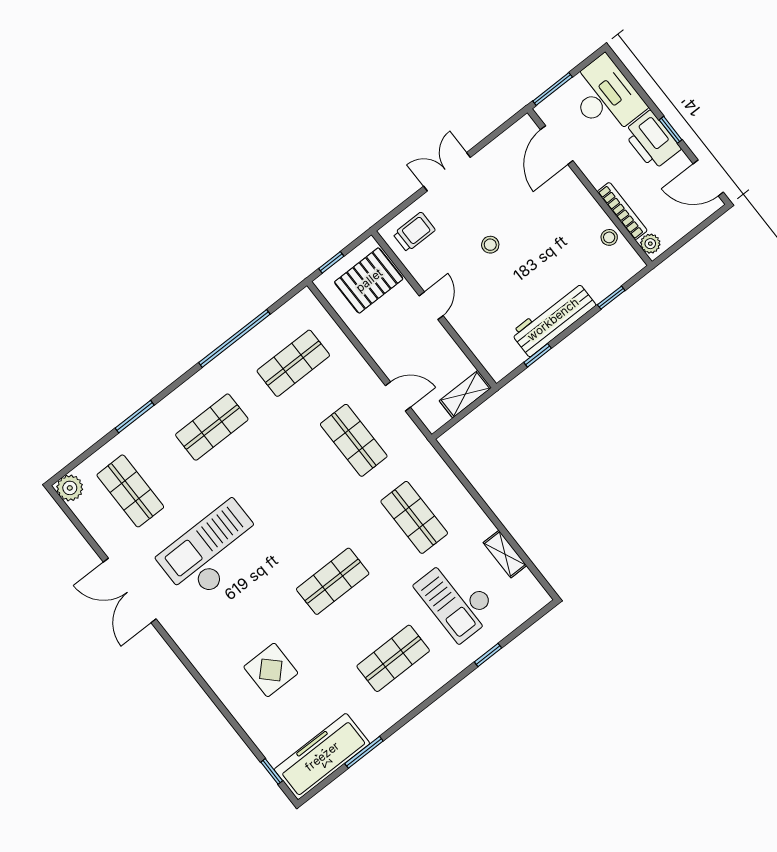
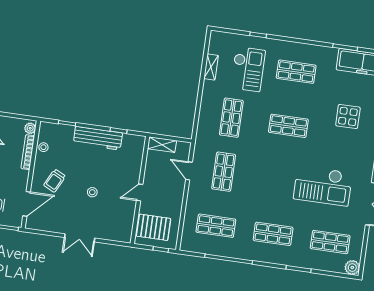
trolley: (414, 232) -> (55, 181), moved, turned -63
shop shelf: (130, 491) -> (330, 242), turned 90

